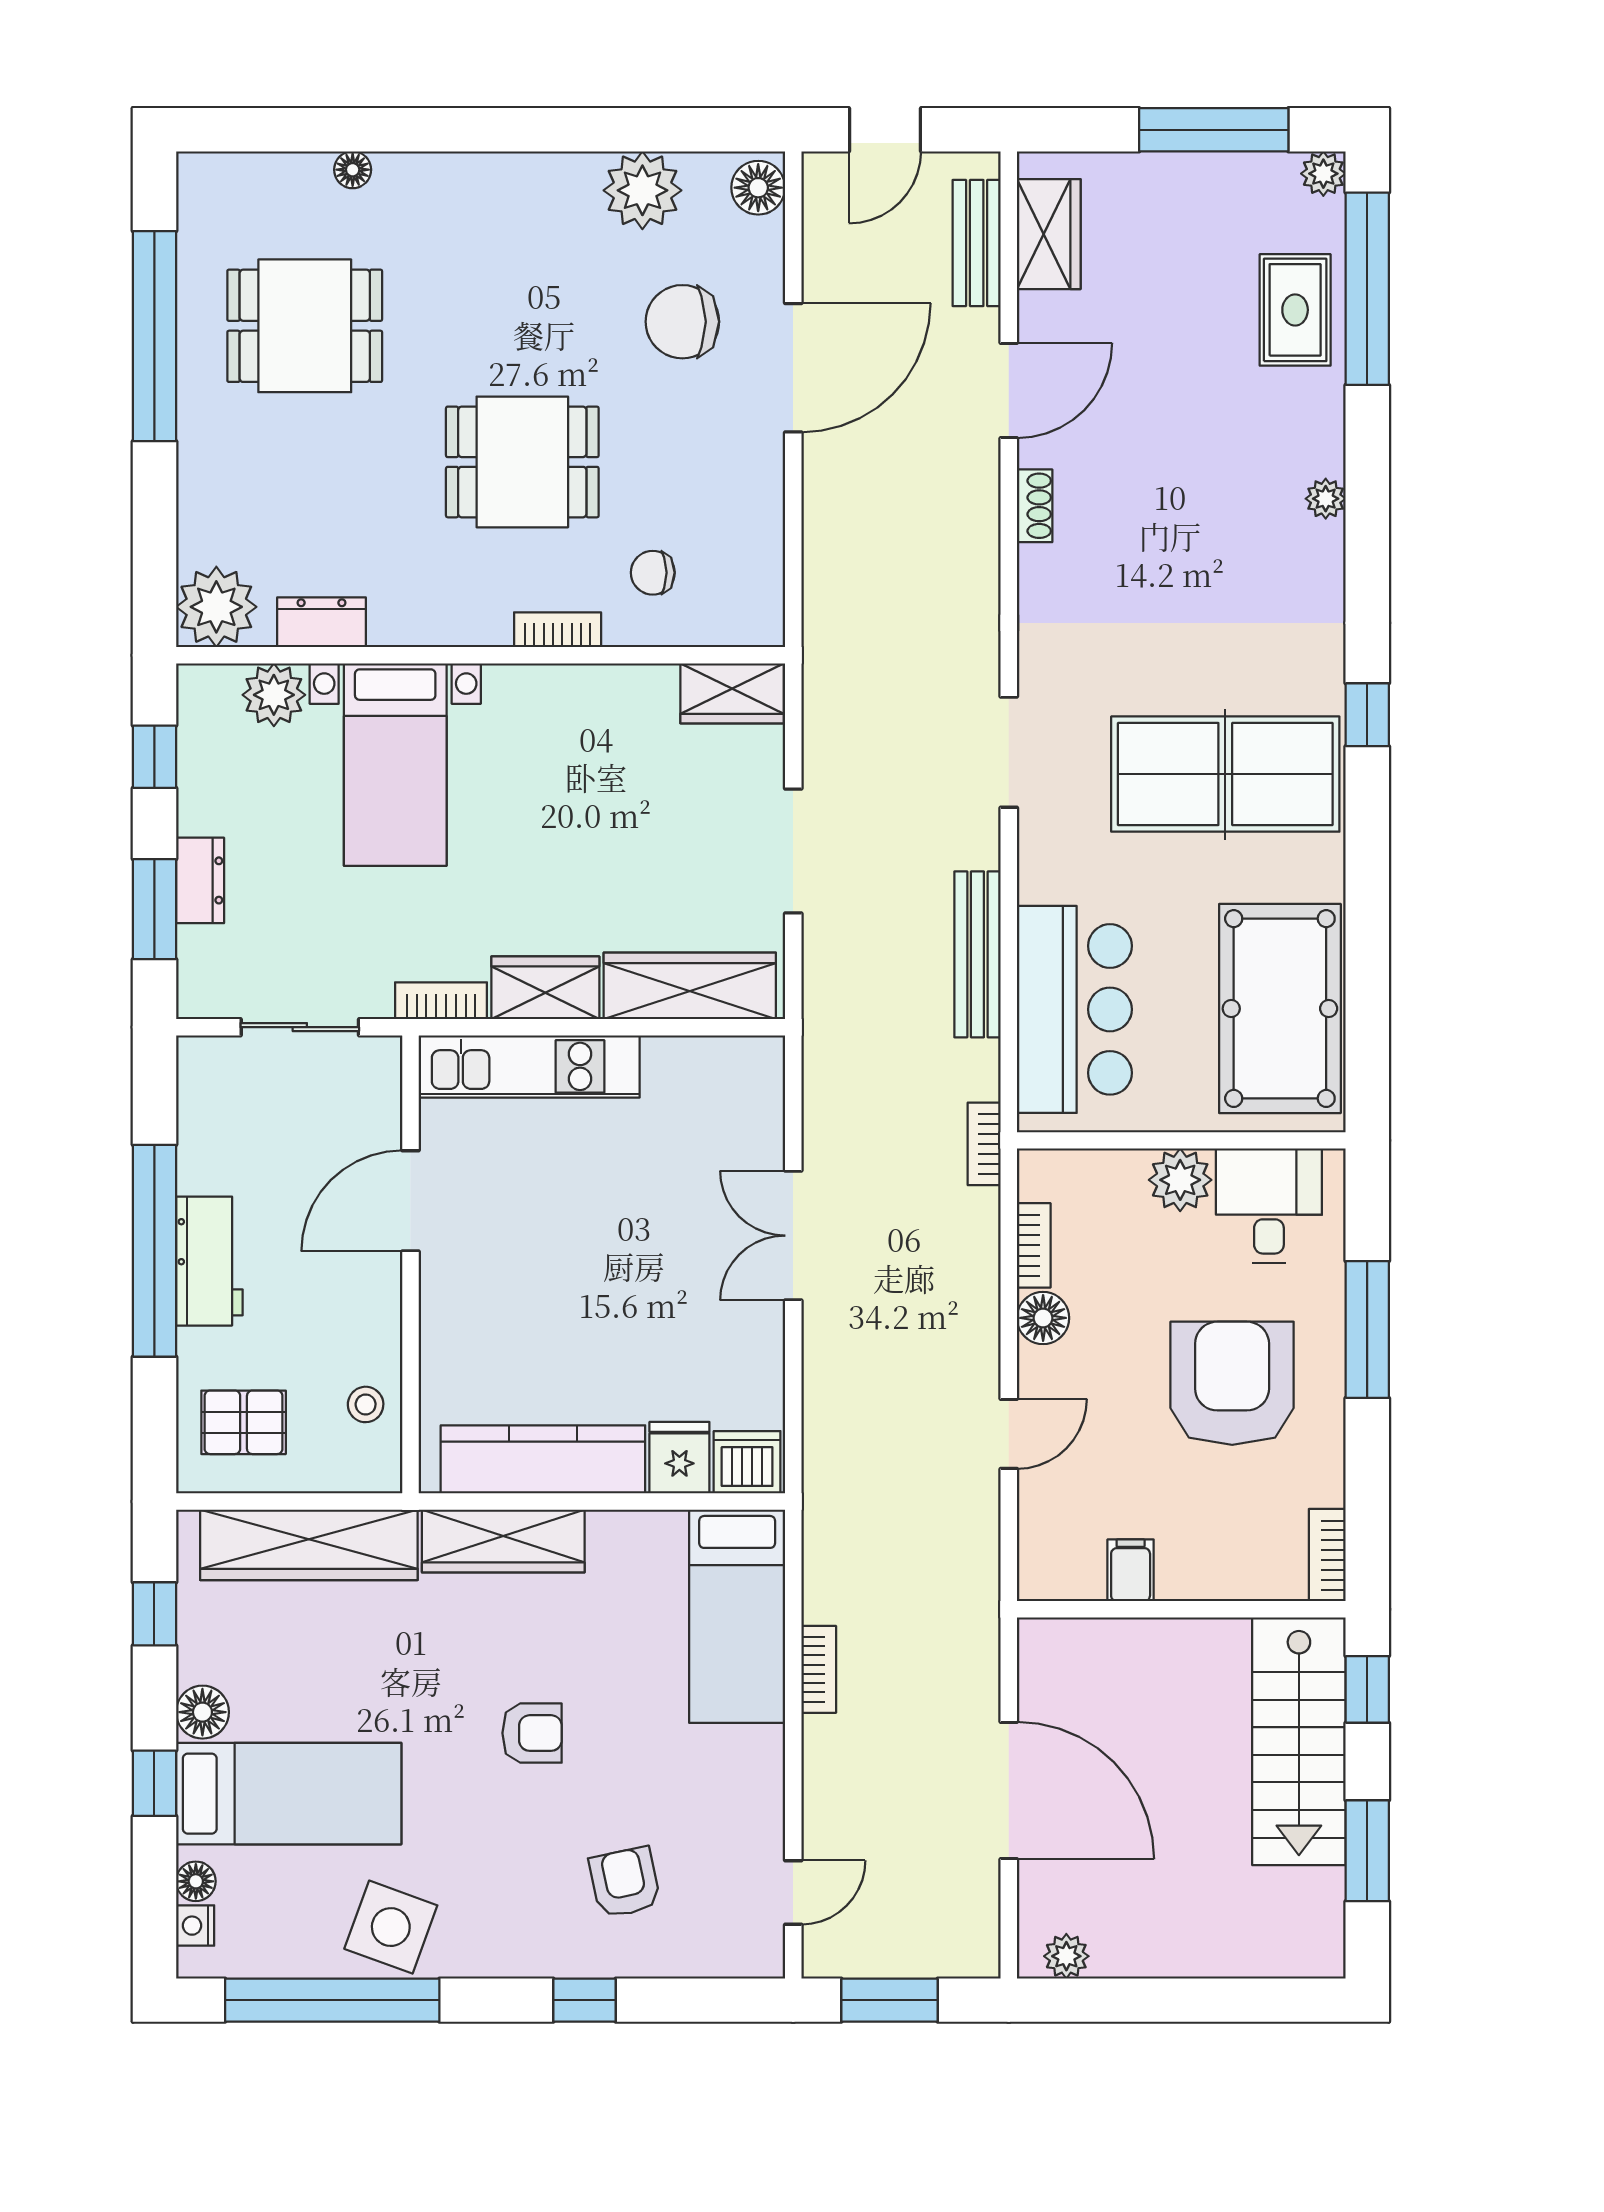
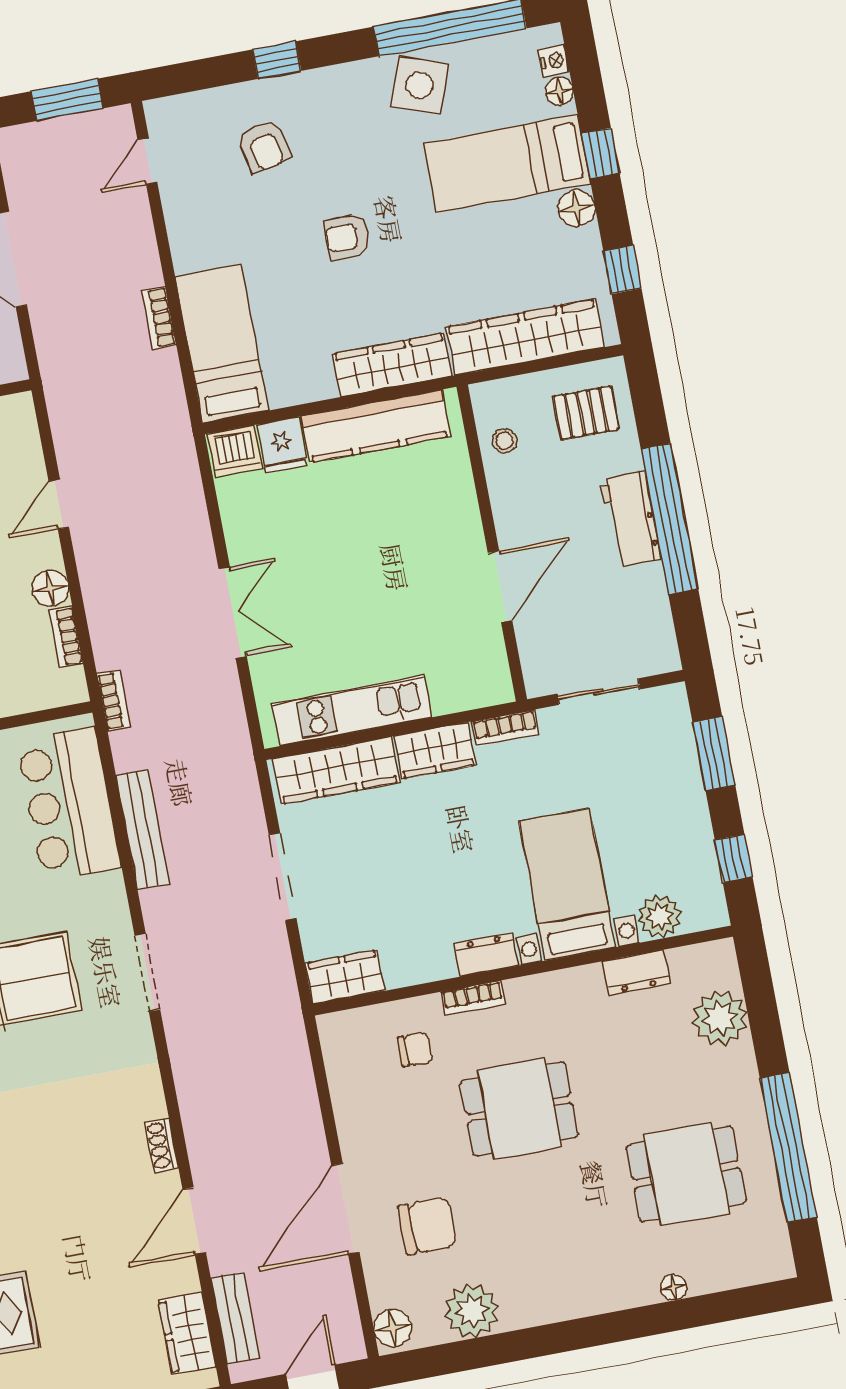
plant: (216, 607) -> (720, 1018), moved
dresser: (200, 880) -> (486, 955), moved, turned 90
kitchen unit: (529, 1066) -> (352, 710), moved

